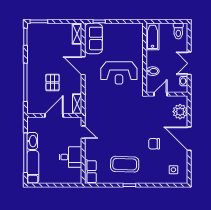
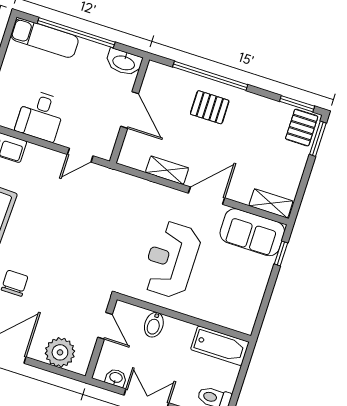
pallet: (36, 31) -> (302, 128), added
pallet: (52, 82) -> (210, 107), moved
shelving: (77, 104) -> (167, 170), moved
washbasin: (32, 141) -> (124, 62), moved

